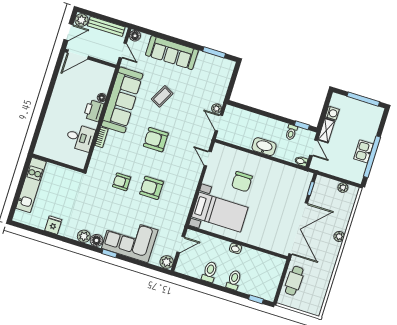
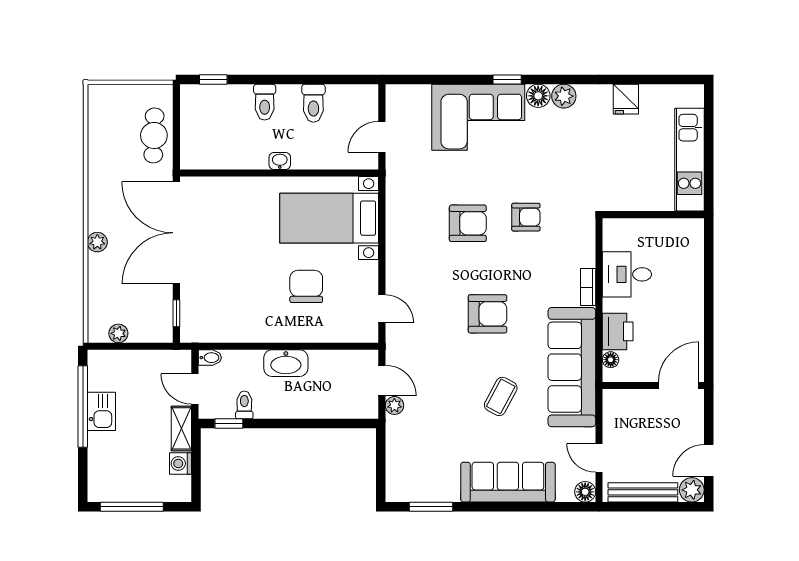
door: (78, 55) -> (679, 386), moved
wall: (91, 58) -> (653, 386), moved
plant: (167, 262) -> (398, 97), removed

